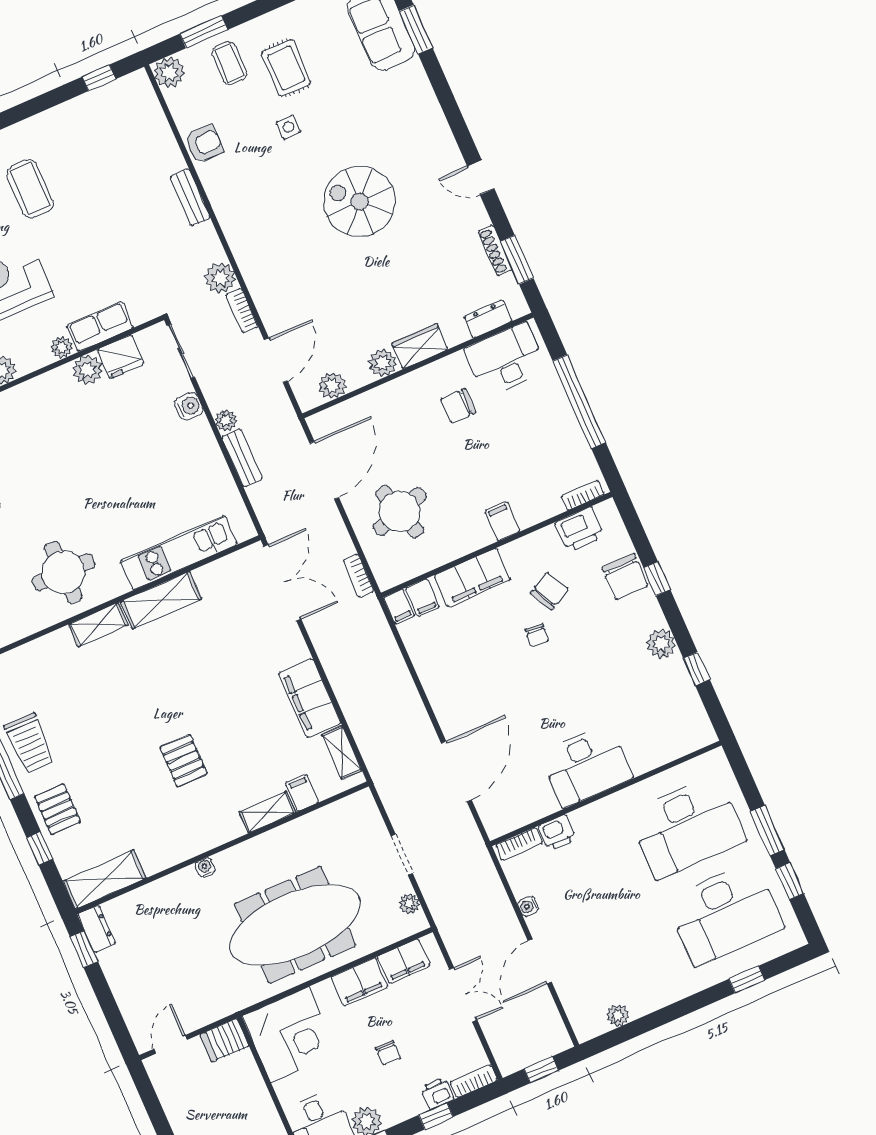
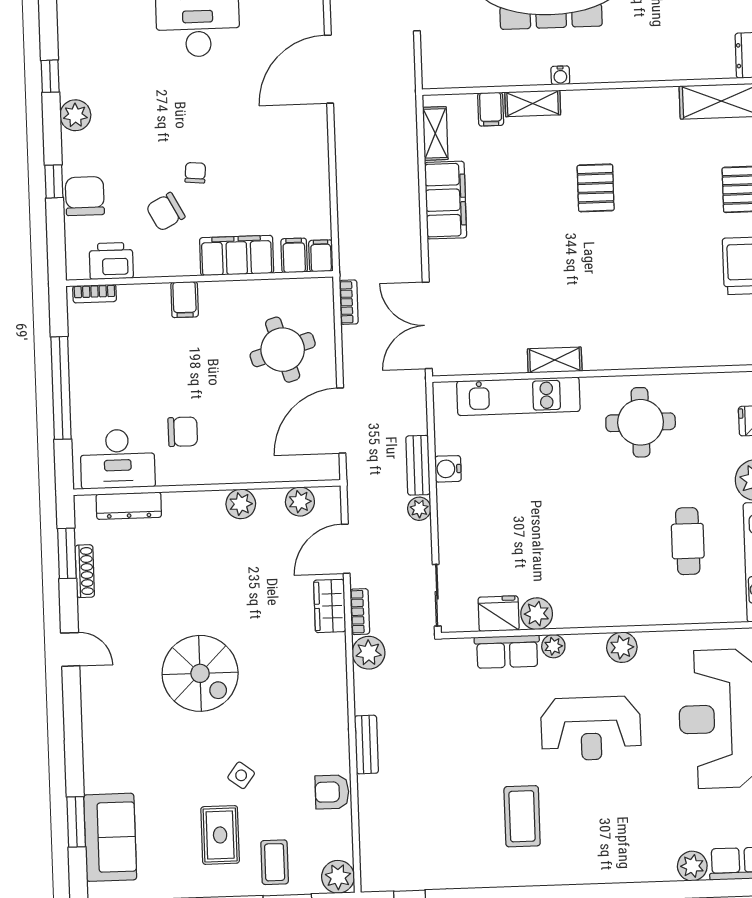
side table: (289, 127) -> (241, 775), turned 37
dresser: (488, 319) -> (129, 506), width x1.44
wardrobe: (420, 346) -> (330, 606), moved, turned 90
water cooler: (189, 406) -> (448, 469), moved
shelving: (161, 600) -> (555, 360), width x0.67, depth x0.75
shelving: (98, 625) -> (626, 357), removed
water cooler: (205, 867) -> (560, 75), moved

